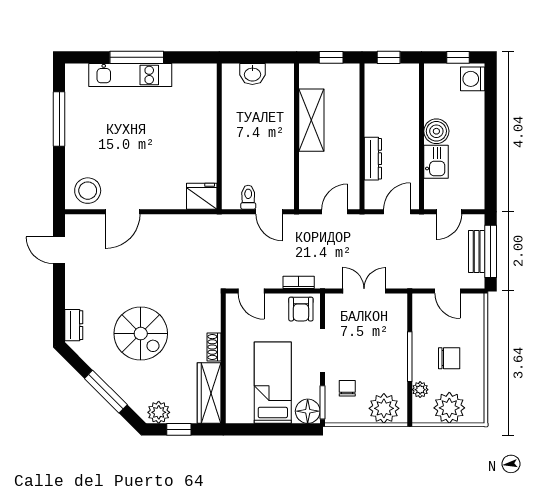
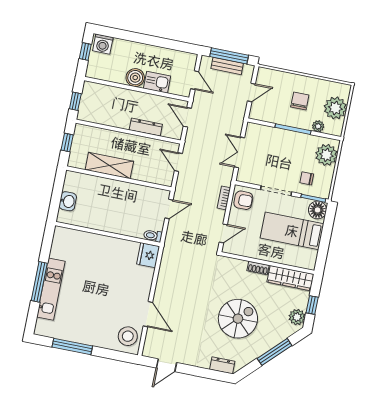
toilet: (248, 197) -> (153, 236), moved

